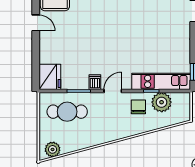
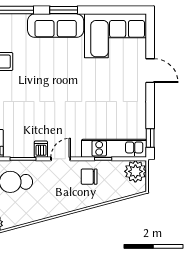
plant: (162, 102) -> (135, 171), moved
chair: (138, 107) -> (89, 177), turned -90

